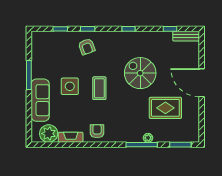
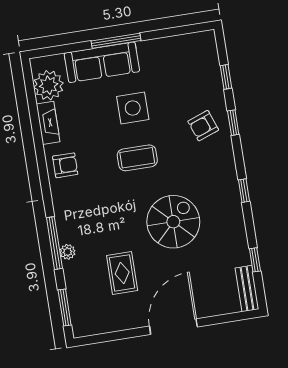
window: (29, 75) -> (116, 41), moved
rug: (165, 108) -> (122, 273), width x0.73, depth x0.70

